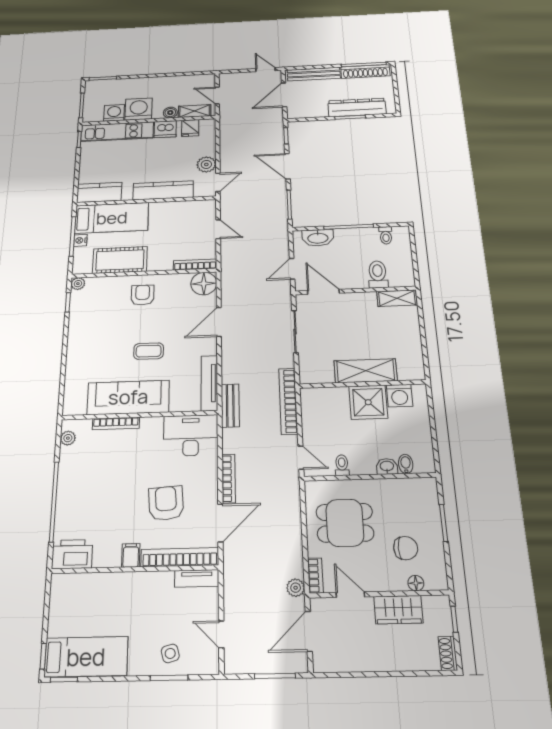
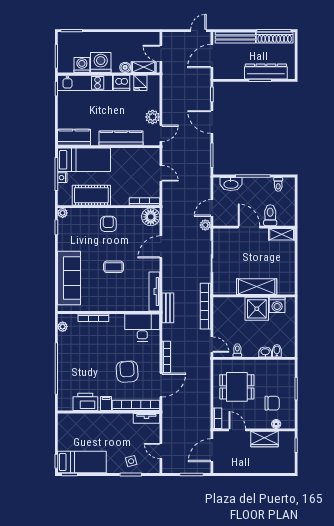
door: (265, 70) -> (199, 31), hinge flipped
door: (323, 292) -> (249, 227), moved
sofa: (128, 397) -> (69, 278), moved, turned 90
printer: (72, 554) -> (85, 402), moved
plant: (296, 588) -> (205, 225), moved
shoe rack: (448, 653) -> (290, 464), removed

